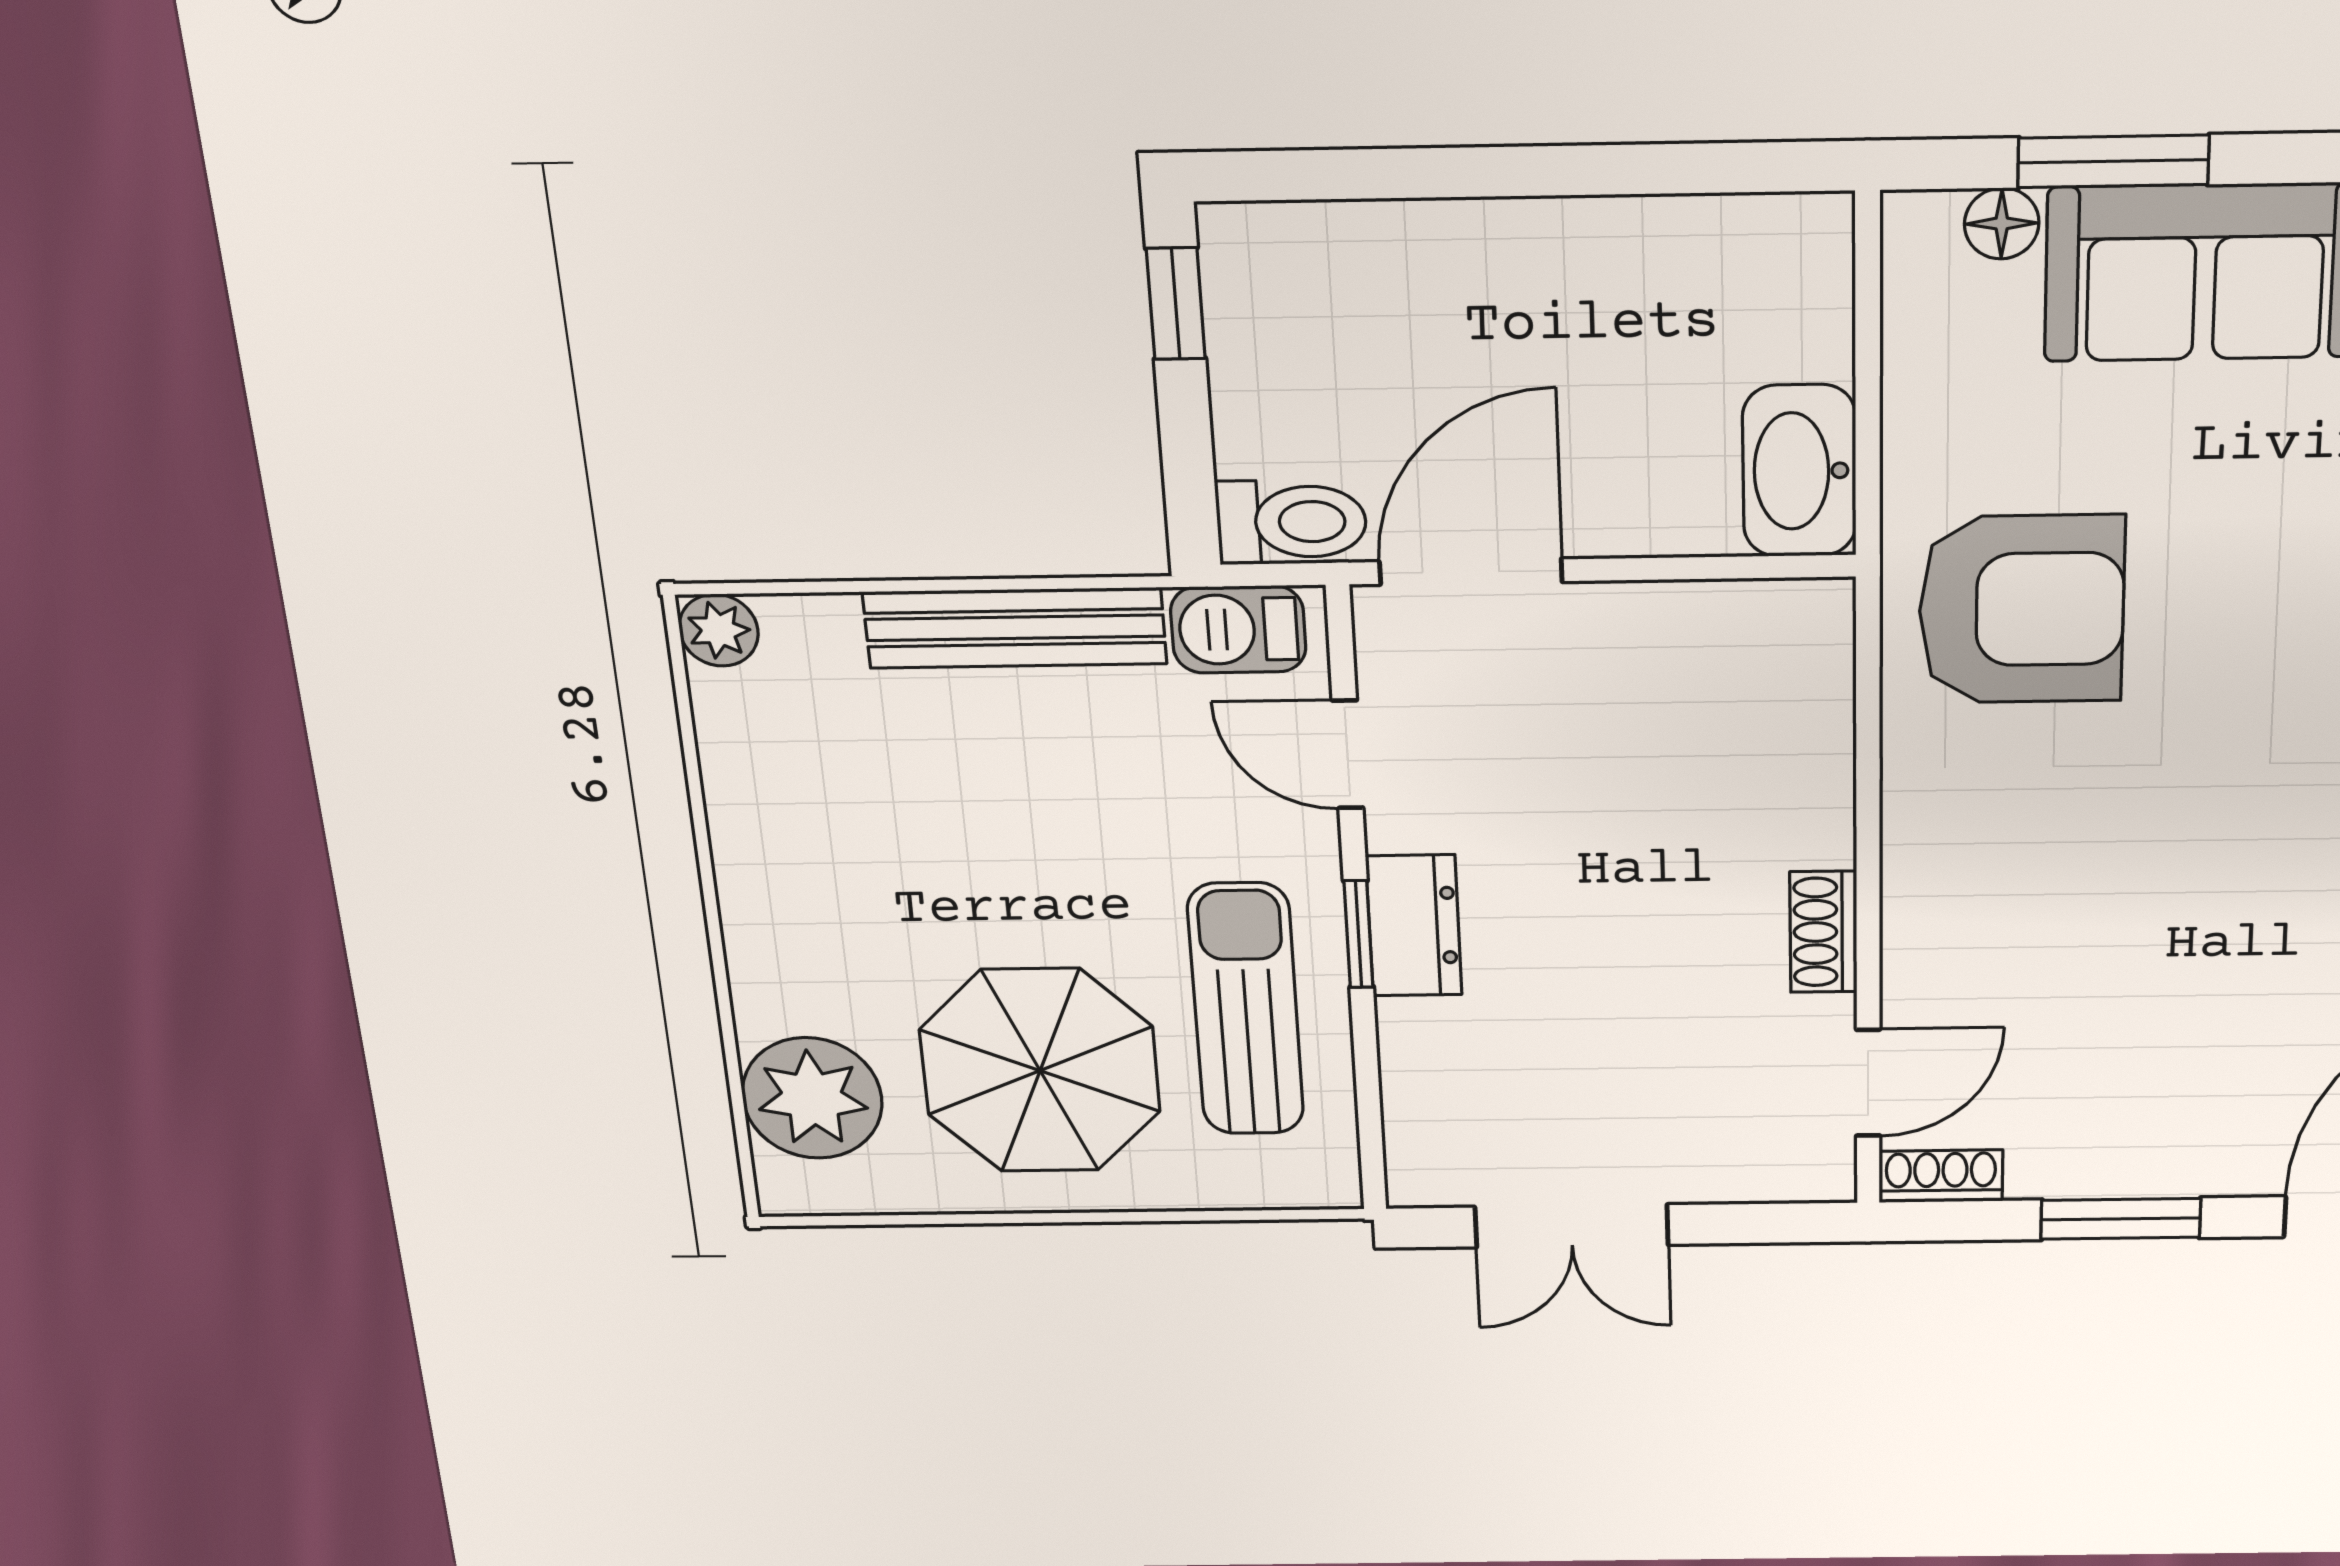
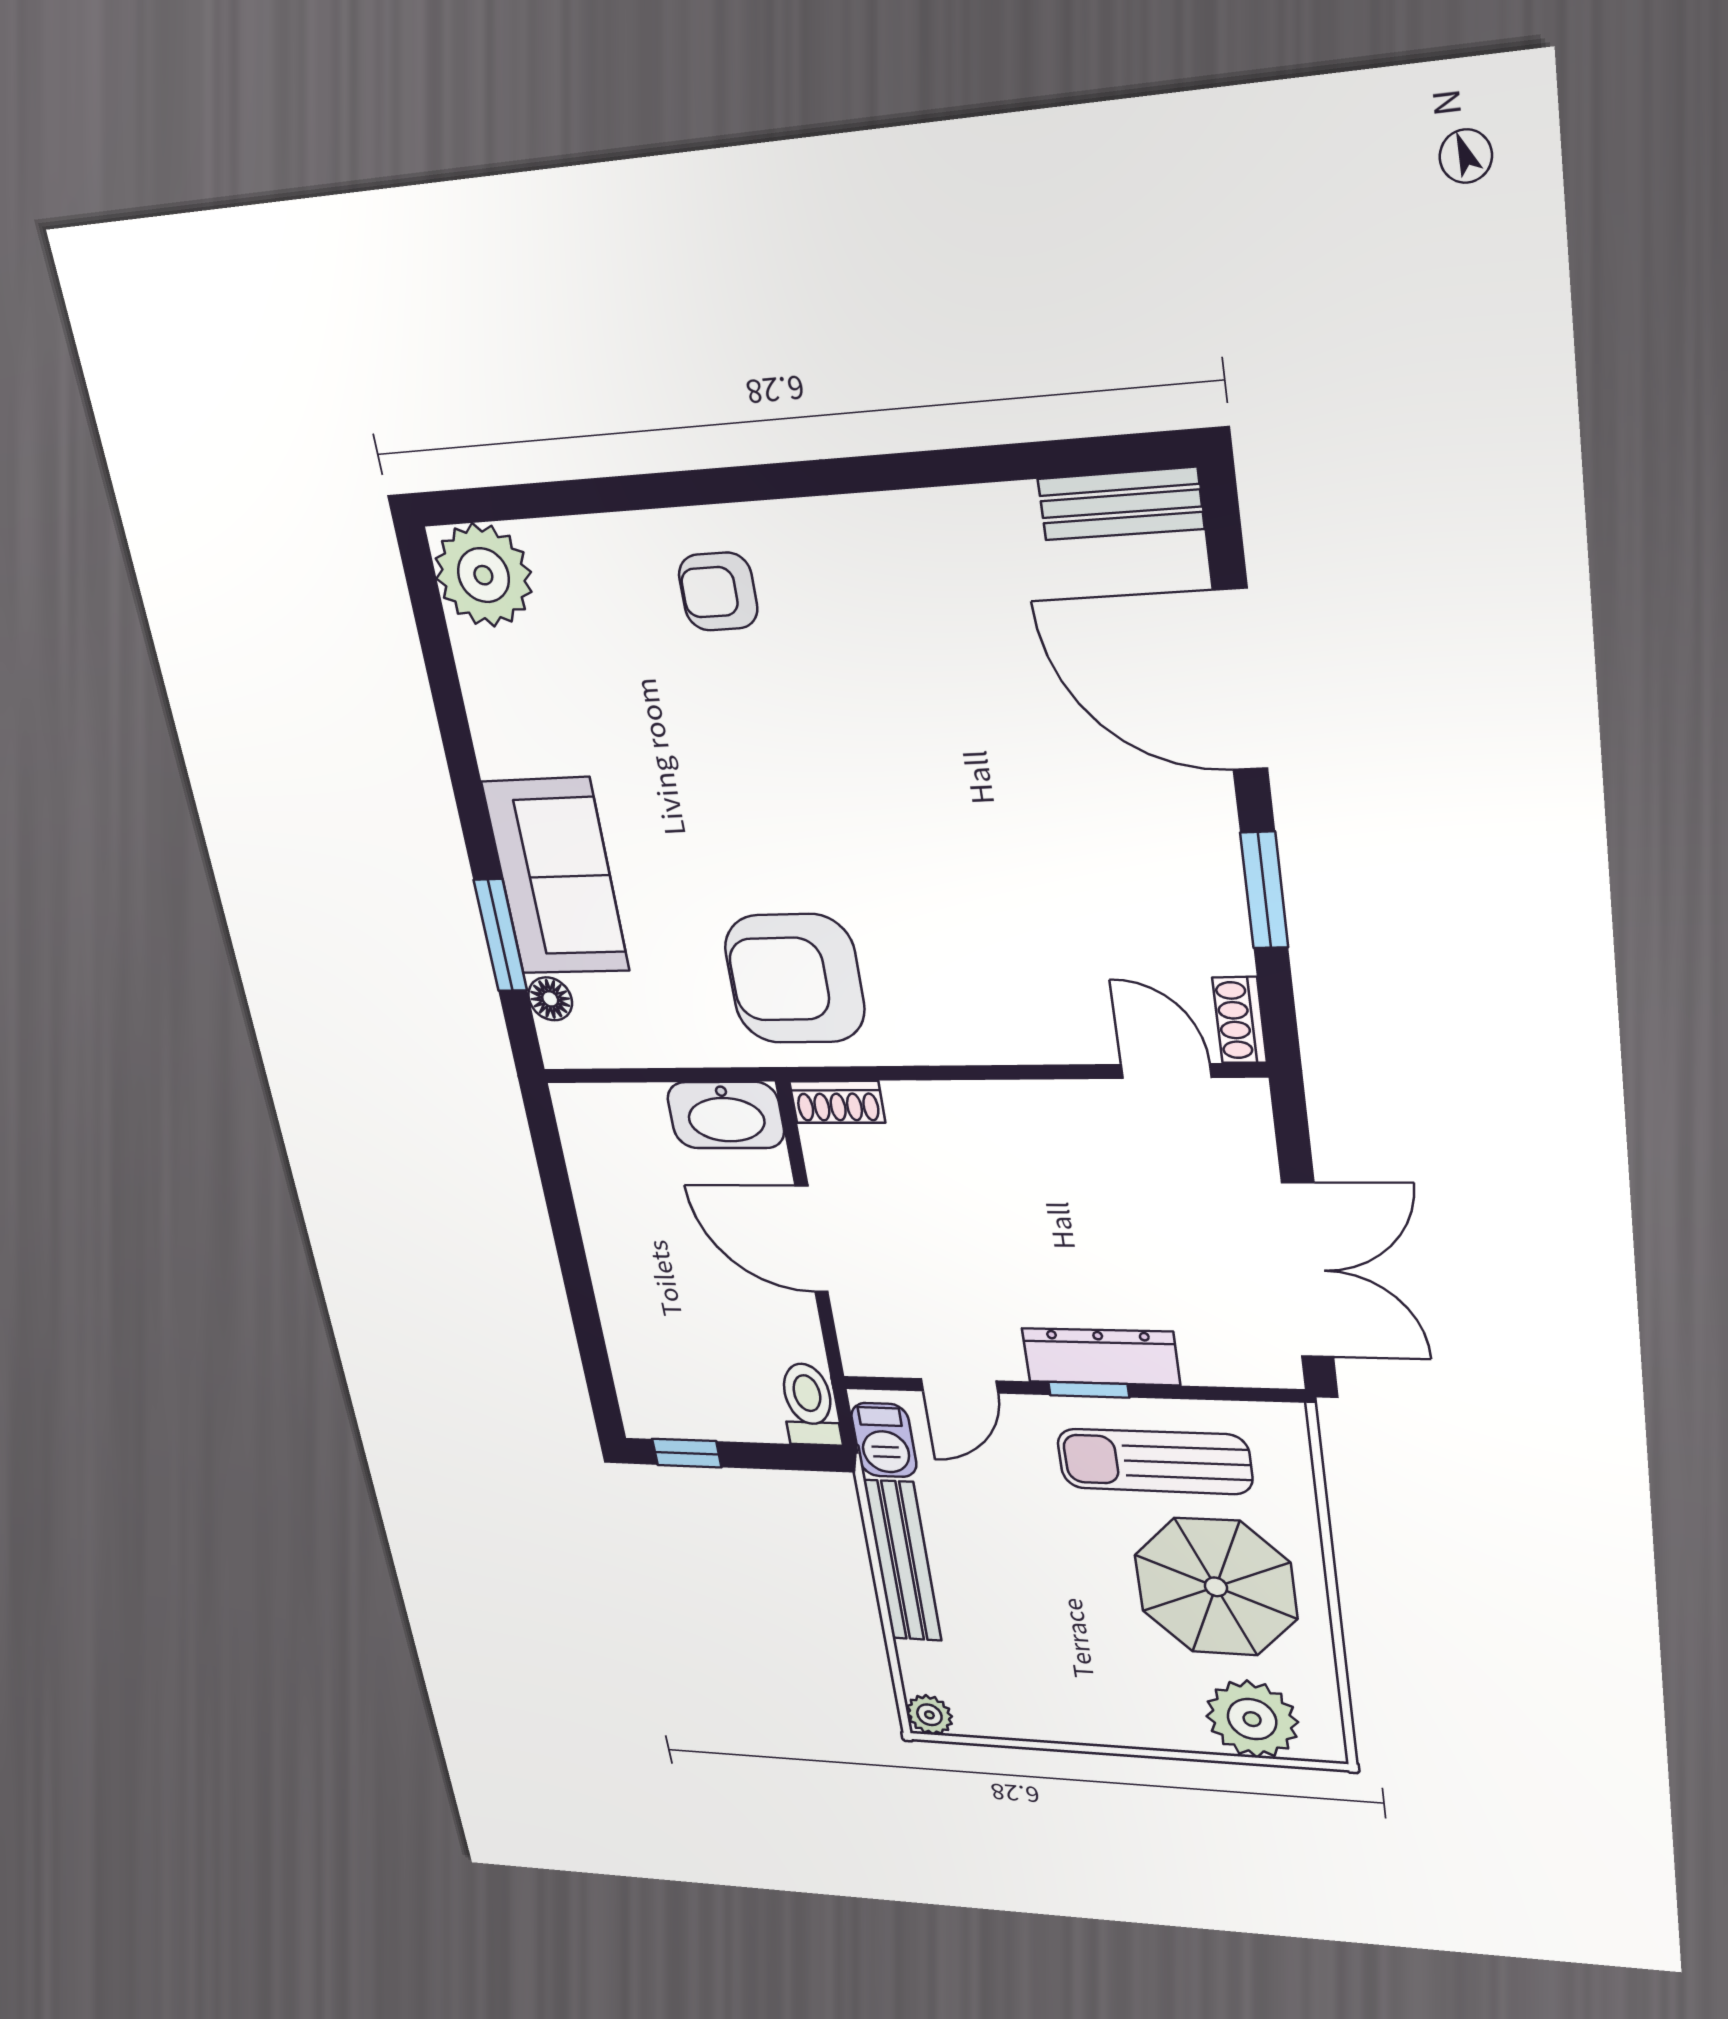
door: (1471, 572) -> (812, 1239), moved
armchair: (2021, 610) -> (795, 979), turned -90
dresser: (1414, 926) -> (1101, 1357), width x1.44
shoe rack: (1823, 932) -> (837, 1102), moved
double door: (1572, 1226) -> (1308, 1270), width x1.37

